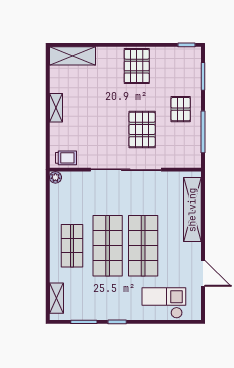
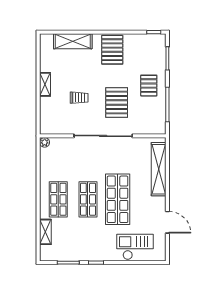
shelving: (73, 56) -> (73, 41), moved
trolley: (66, 158) -> (79, 98), moved
shop shelf: (108, 246) -> (88, 199), width x0.70, depth x0.74
shelving: (56, 298) -> (45, 232), moved

